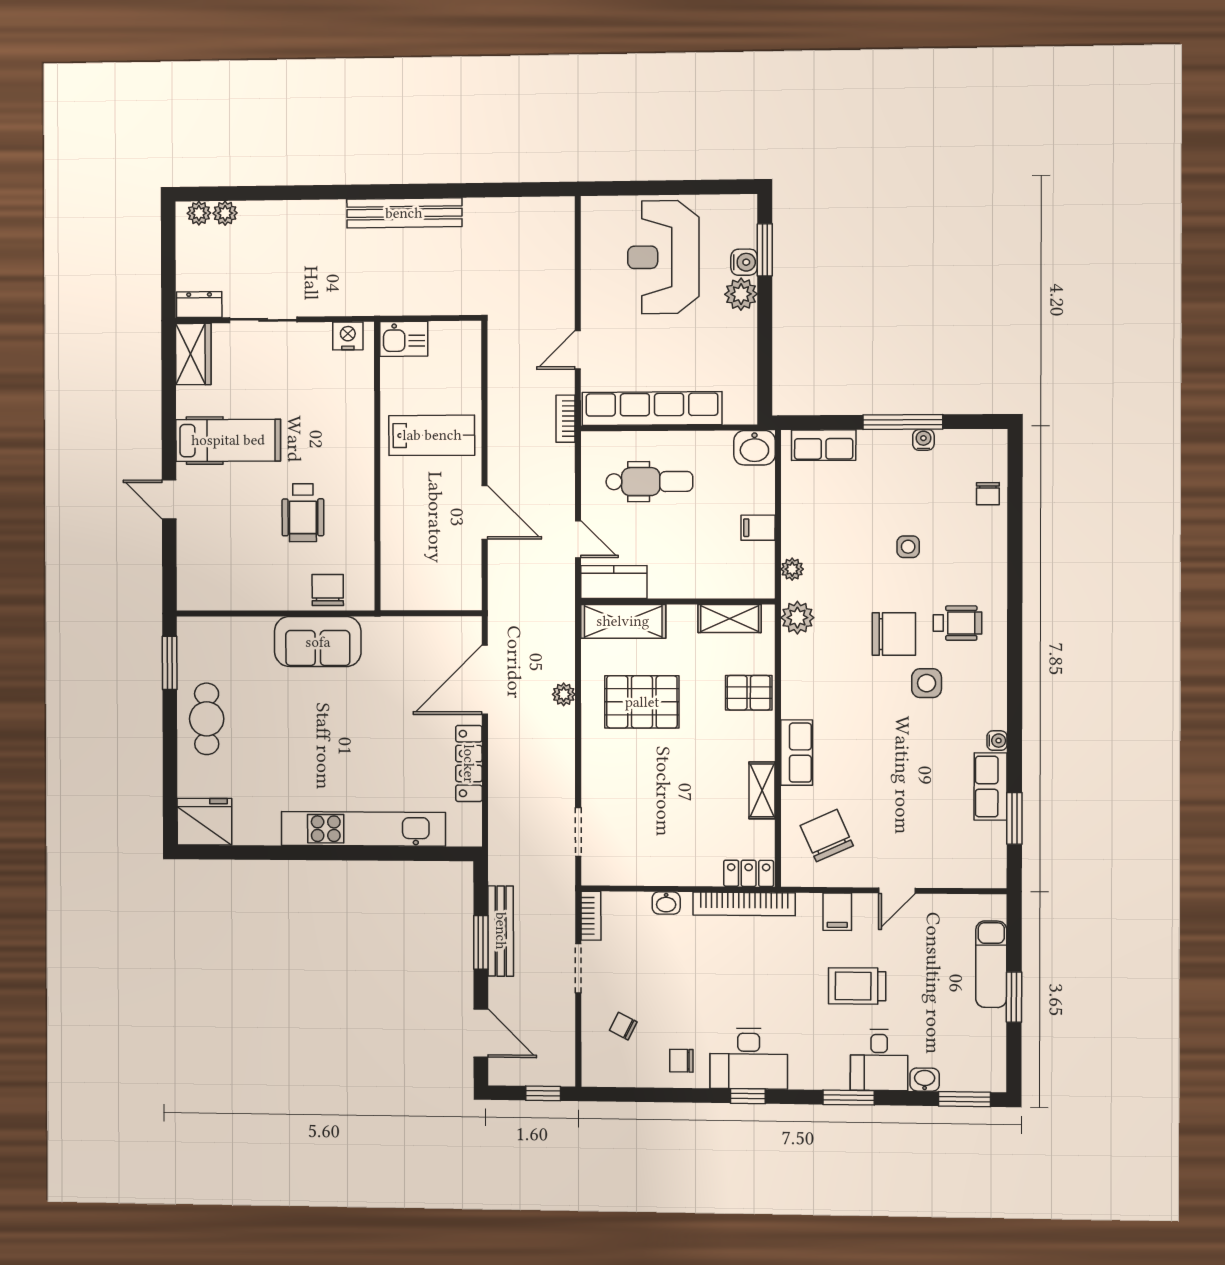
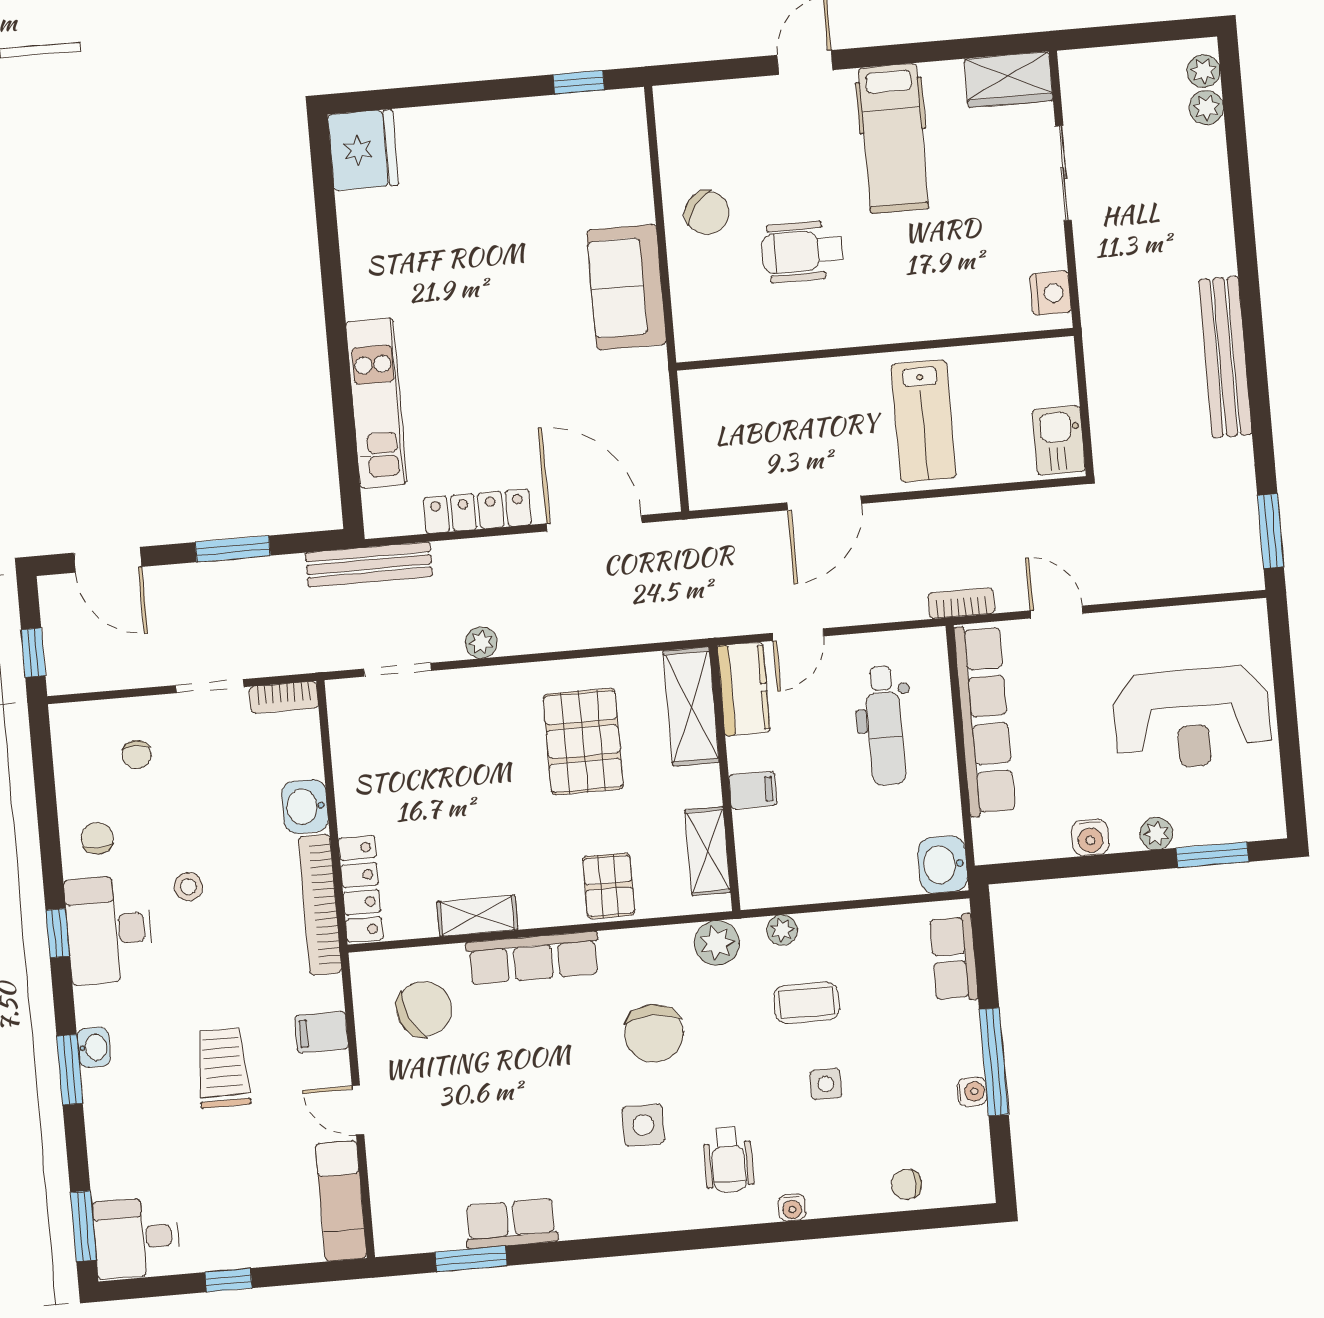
window: (533, 189) -> (1271, 531), added
reception desk: (663, 257) -> (1192, 718), turned 180
water cooler: (744, 262) -> (1090, 837), moved
plant: (741, 294) -> (1156, 833), width x0.73, depth x0.73
dresser: (199, 305) -> (1078, 82), removed
kitchen sink: (404, 339) -> (1059, 440), moved
filing cabinet: (758, 528) -> (753, 790), moved, turned 90
coffee table: (847, 556) -> (807, 1003), added
chair: (328, 590) -> (707, 213), moved, turned 39
chair: (894, 634) -> (654, 1033), moved
window: (170, 663) -> (579, 82), width x0.67
plant: (564, 694) -> (481, 642), moved
cafe table: (207, 719) -> (506, 141), removed
water cooler: (997, 741) -> (792, 1207), moved
row of seats: (797, 753) -> (533, 958), width x1.48
kitchen unit: (363, 829) -> (376, 403), width x0.73
locker: (749, 873) -> (361, 889), width x1.53
washbasin: (666, 903) -> (305, 806), width x1.38, depth x1.45
bench: (501, 931) -> (369, 565), moved
exam couch: (991, 964) -> (341, 1201), moved, turned -90
window: (1014, 997) -> (228, 1280), width x0.67
stool: (722, 998) -> (188, 887), added
chair: (623, 1026) -> (137, 755), turned 153
door: (481, 1033) -> (108, 560), hinge flipped
desk: (879, 1060) -> (136, 1238), moved
washbasin: (925, 1080) -> (94, 1047), moved

